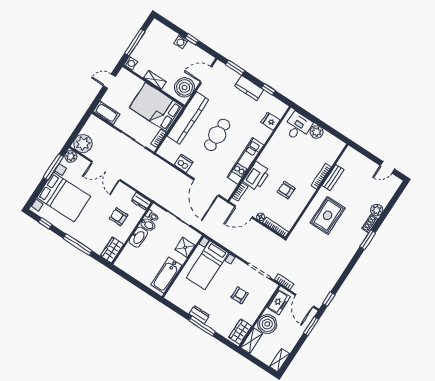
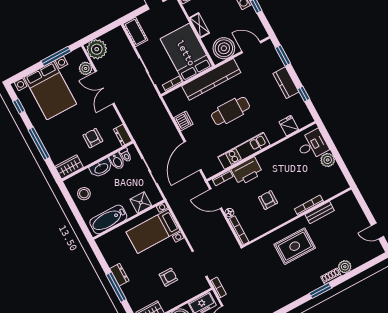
plant: (71, 156) -> (86, 68), moved
stool: (136, 265) -> (84, 194), added

